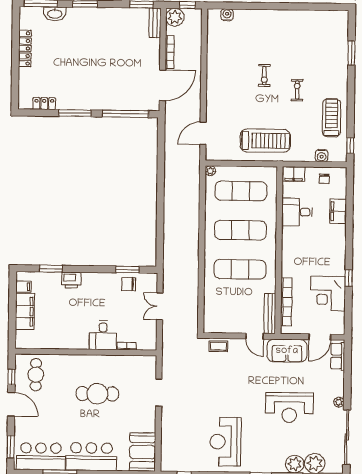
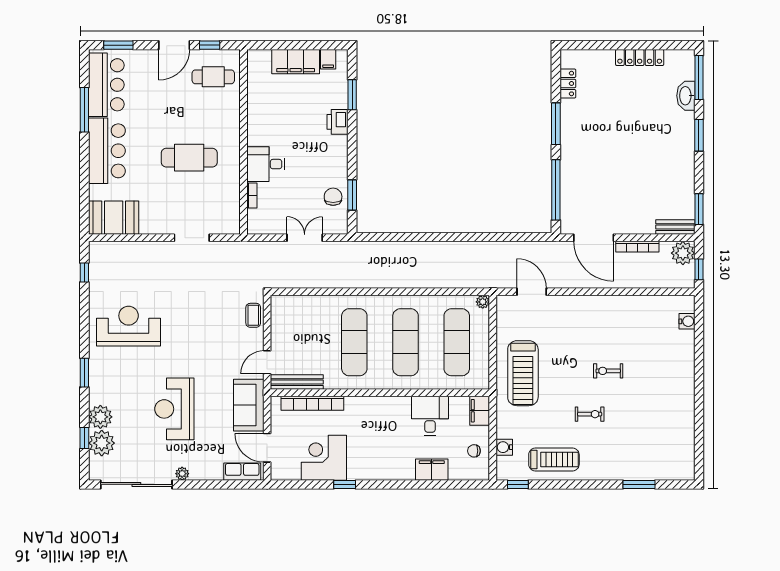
cafe table: (97, 394) -> (189, 158), turned 90

